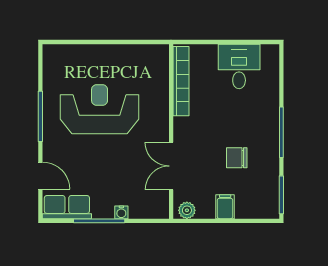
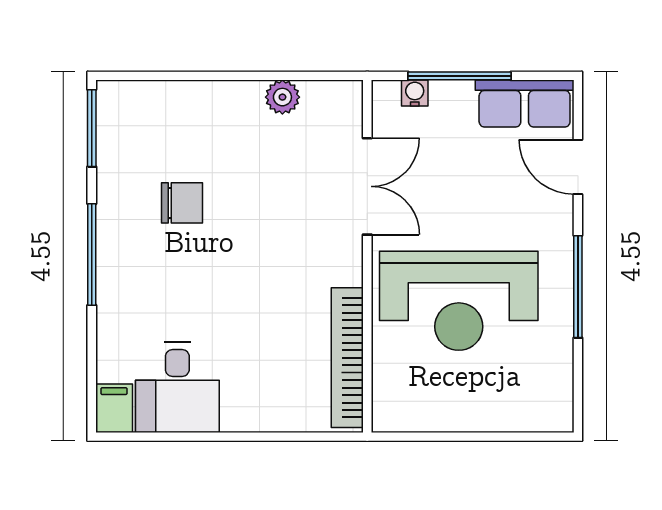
bookcase: (181, 81) -> (347, 358), moved
wall: (171, 131) -> (367, 256), moved
double door: (171, 166) -> (367, 186), moved
filing cabinet: (225, 207) -> (114, 408), moved, turned 180

